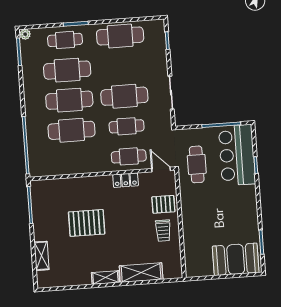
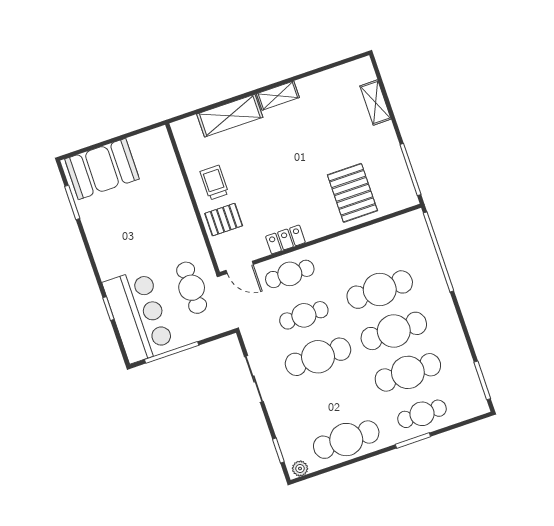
plant: (25, 34) -> (300, 468), moved
pallet: (87, 223) -> (352, 193), moved, turned 90

